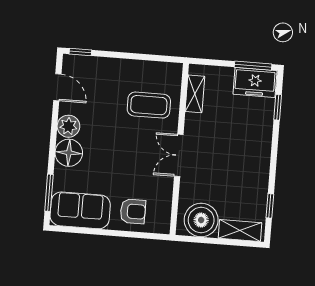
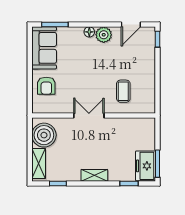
shelving: (195, 94) -> (94, 175), moved
coffee table: (149, 105) -> (123, 91), width x0.73, depth x0.77
floor lamp: (69, 153) -> (89, 32), width x0.53, depth x0.53

